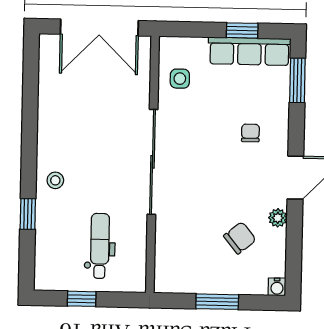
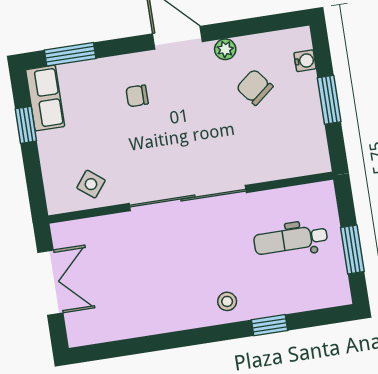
double door: (99, 27) -> (50, 283), width x0.73
row of seats: (249, 51) -> (45, 98), width x0.68
side table: (180, 79) -> (91, 184), turned 38
water cooler: (277, 287) -> (305, 61), moved
window: (82, 299) -> (352, 249), width x1.50

